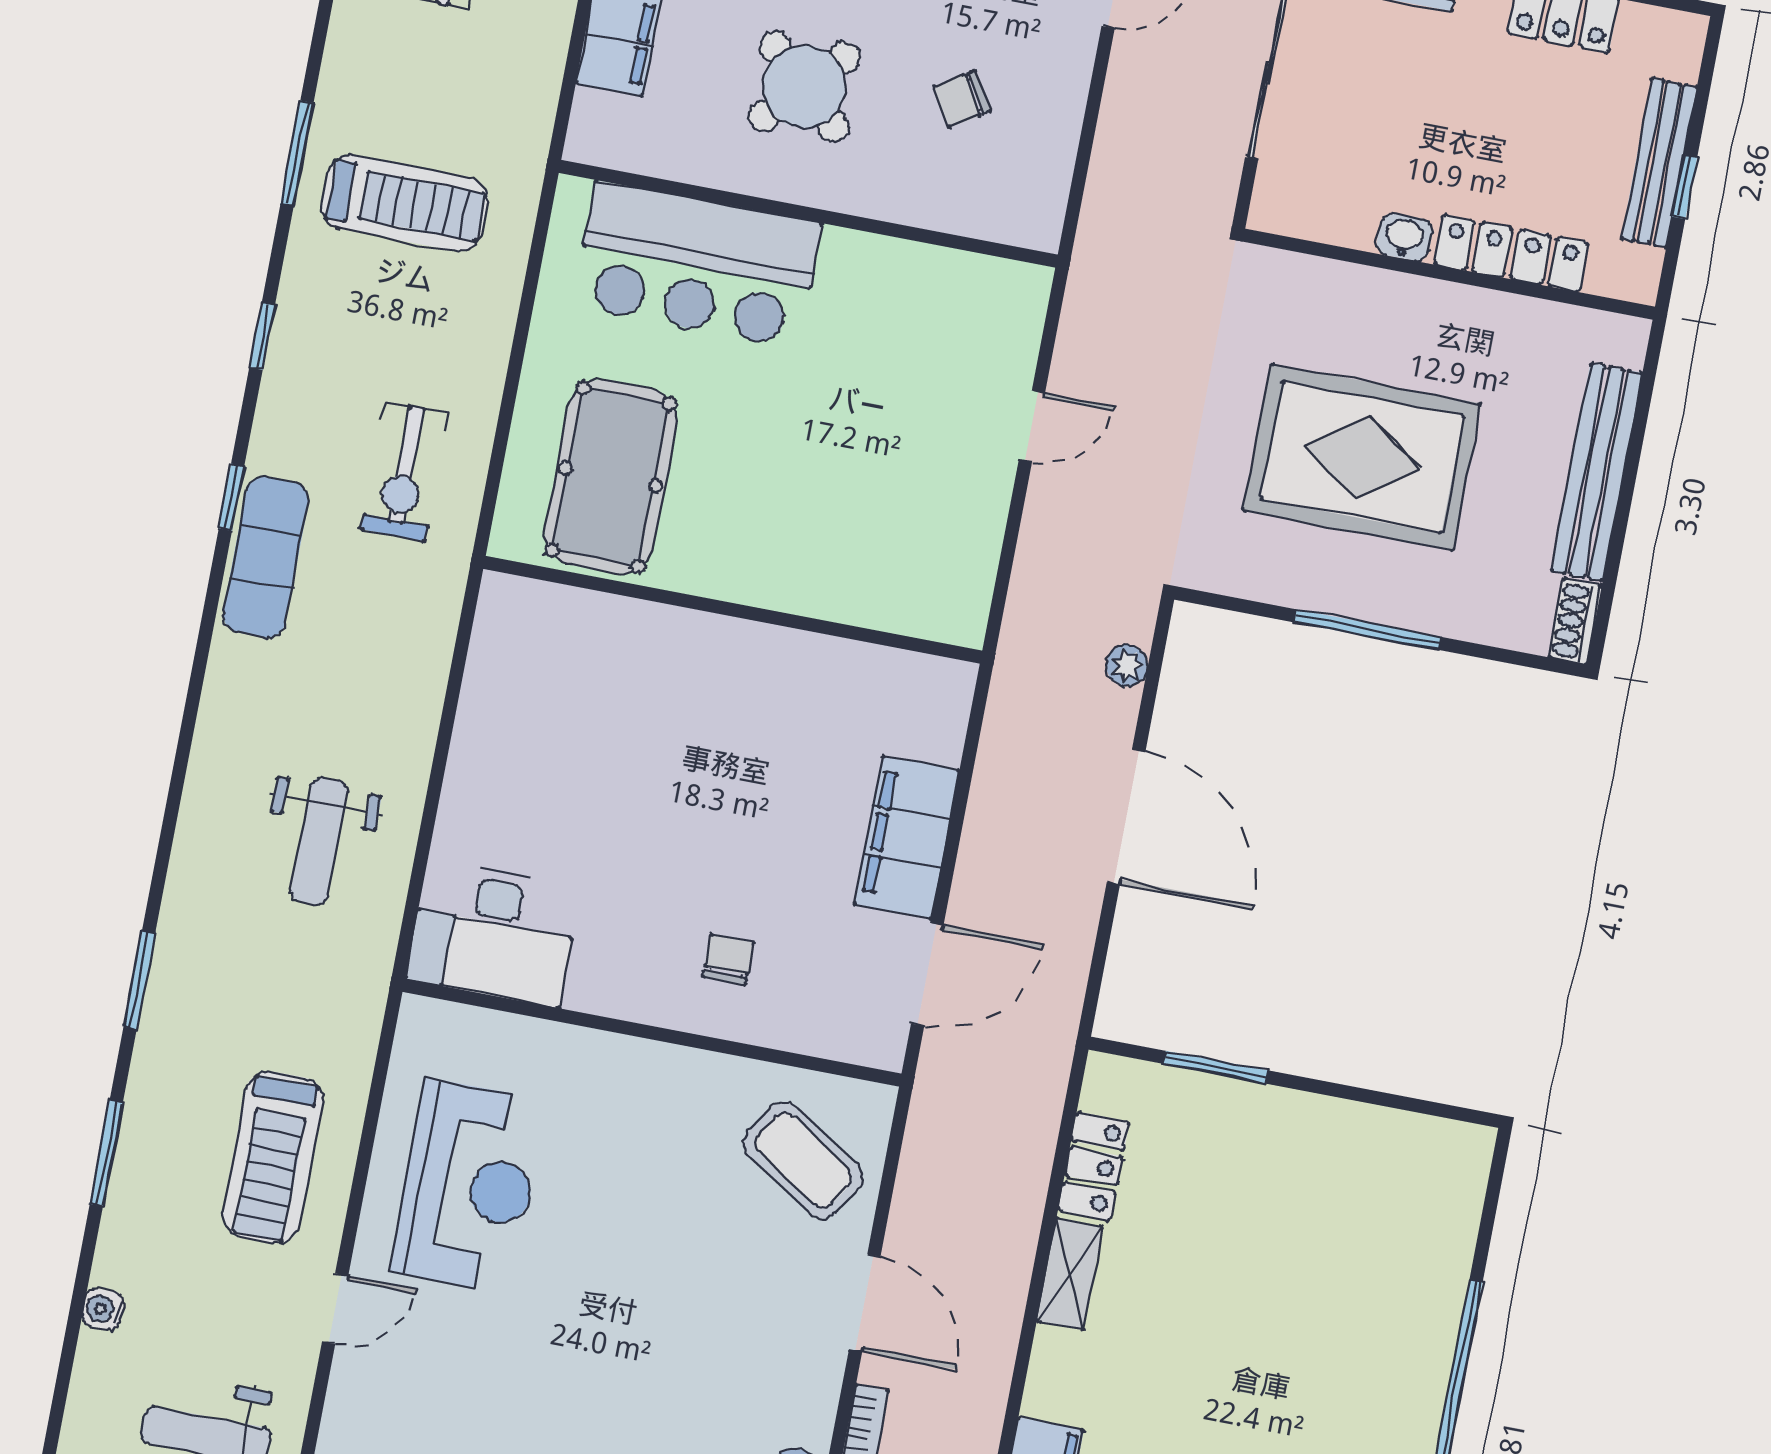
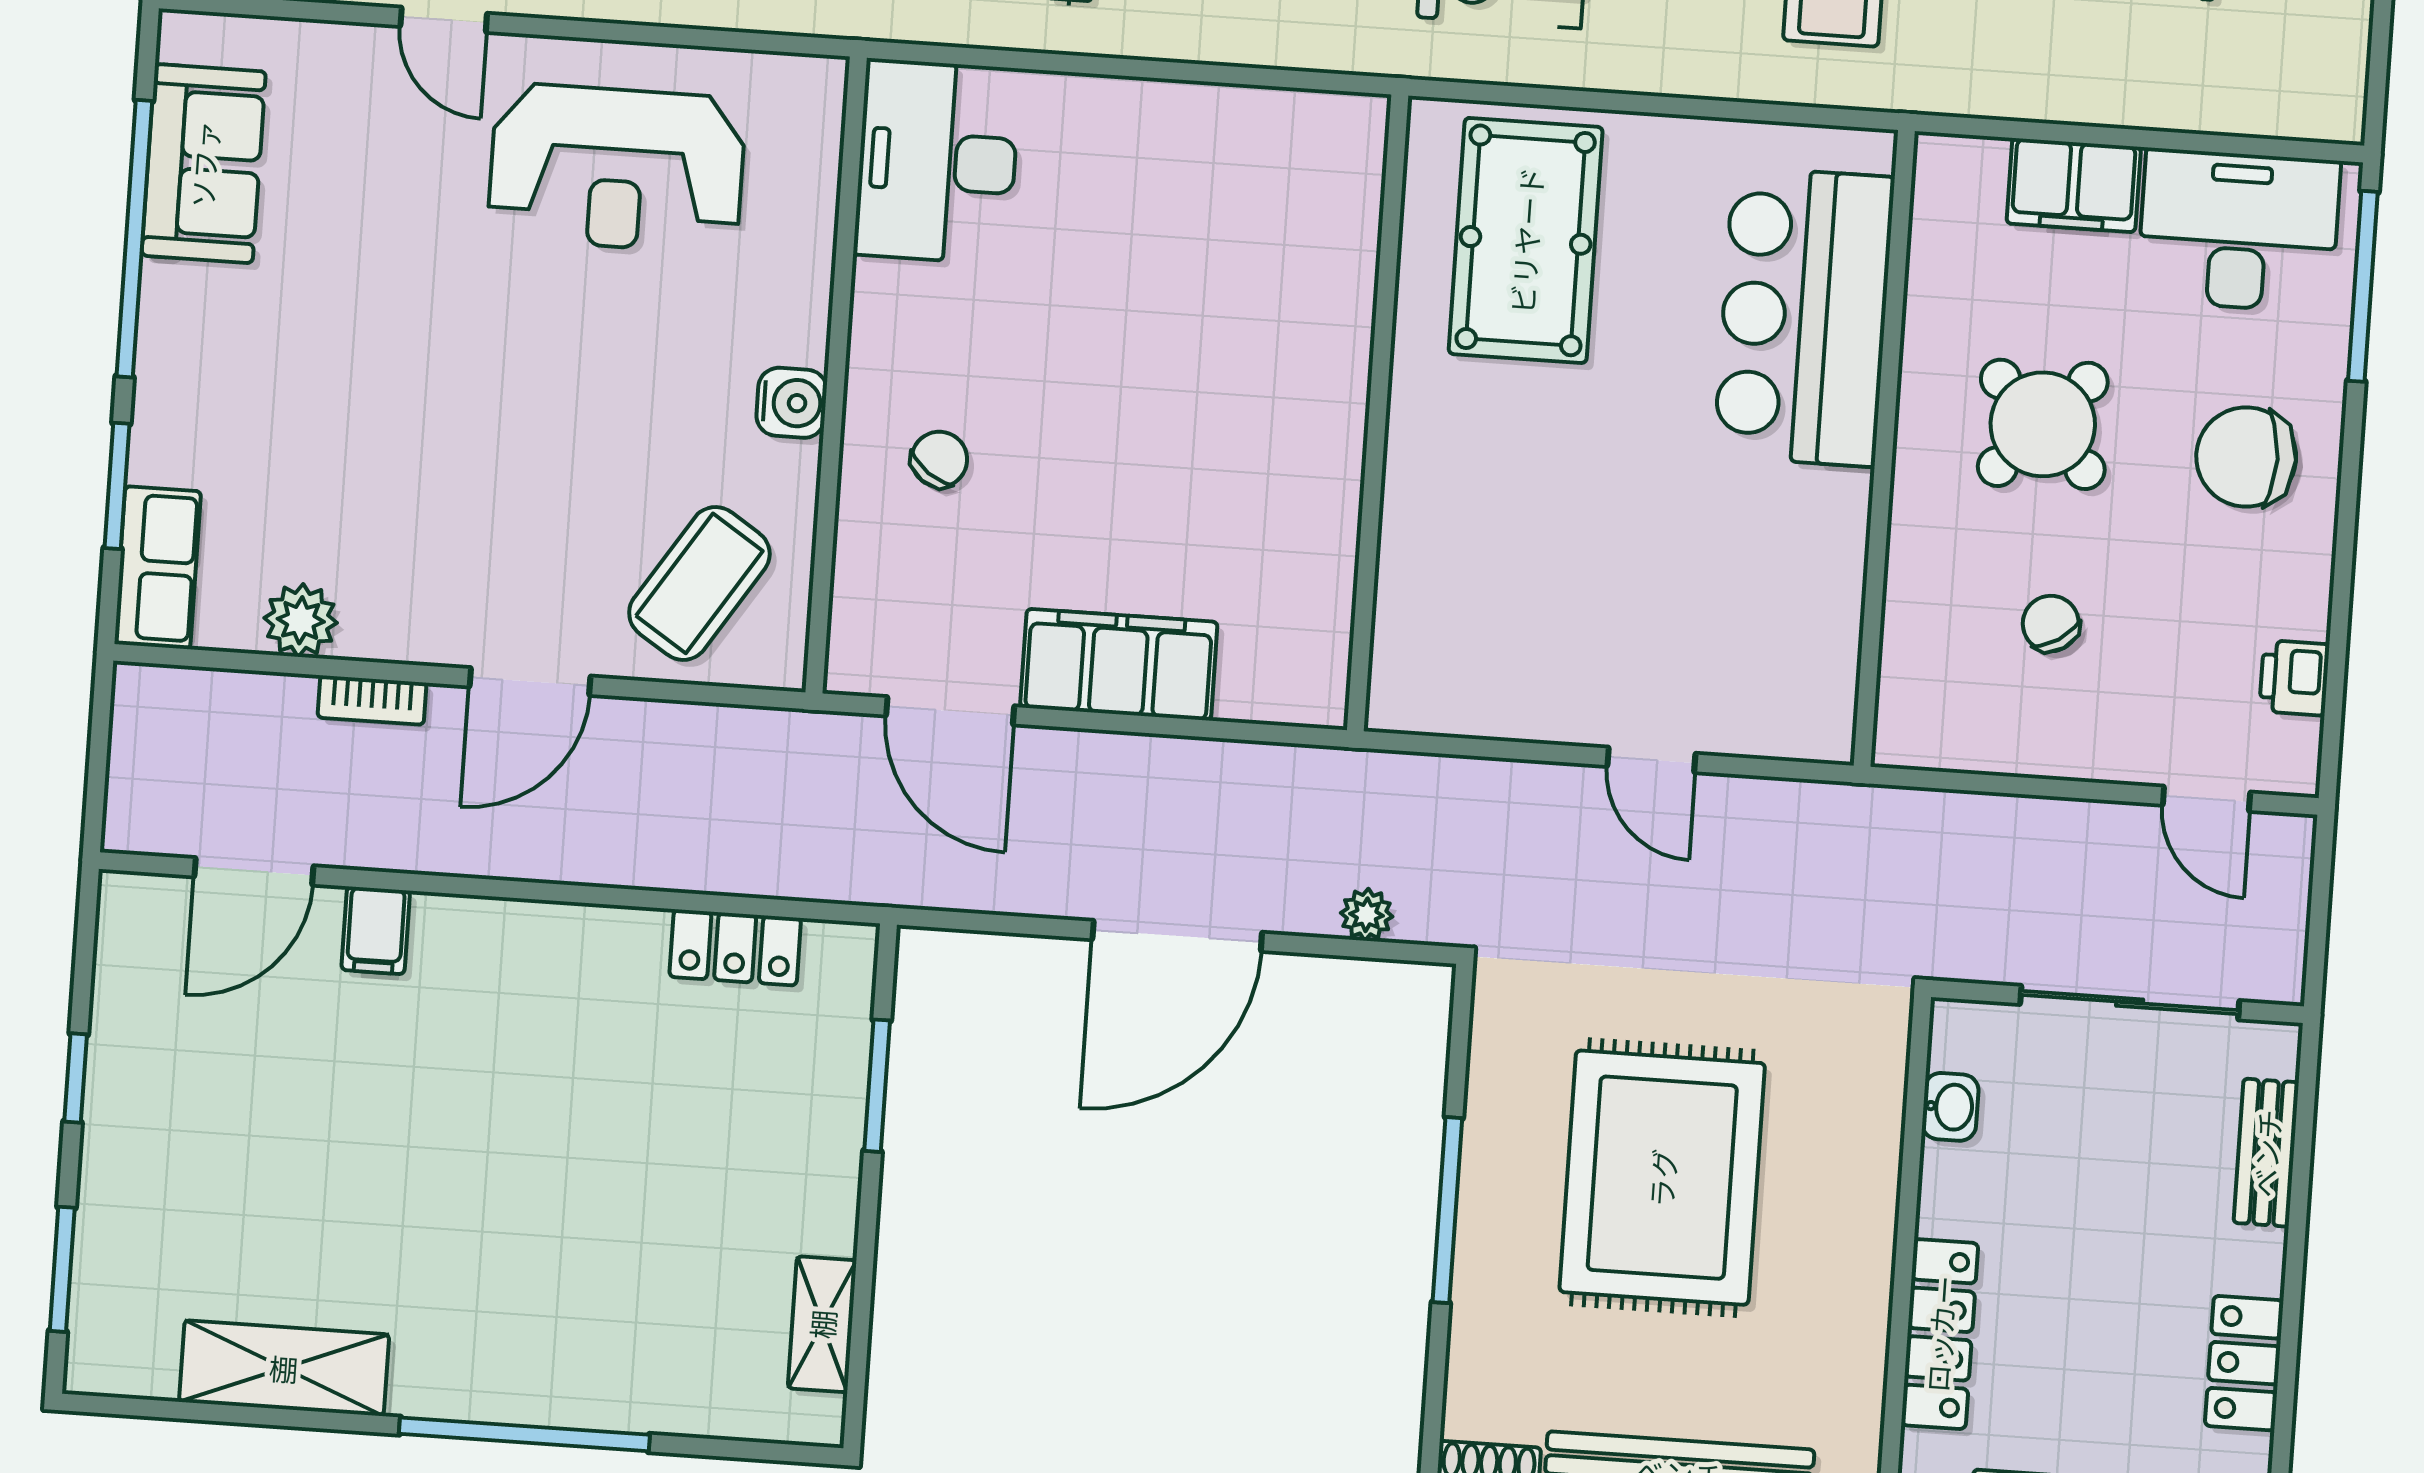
washbasin: (1404, 237) -> (1950, 1107), moved
pool table: (611, 477) -> (1526, 240), turned 90
chair: (728, 959) -> (939, 459), turned -54
water cooler: (670, 1070) -> (792, 403), added
shelving: (1070, 1274) -> (822, 1324), moved, turned 90

